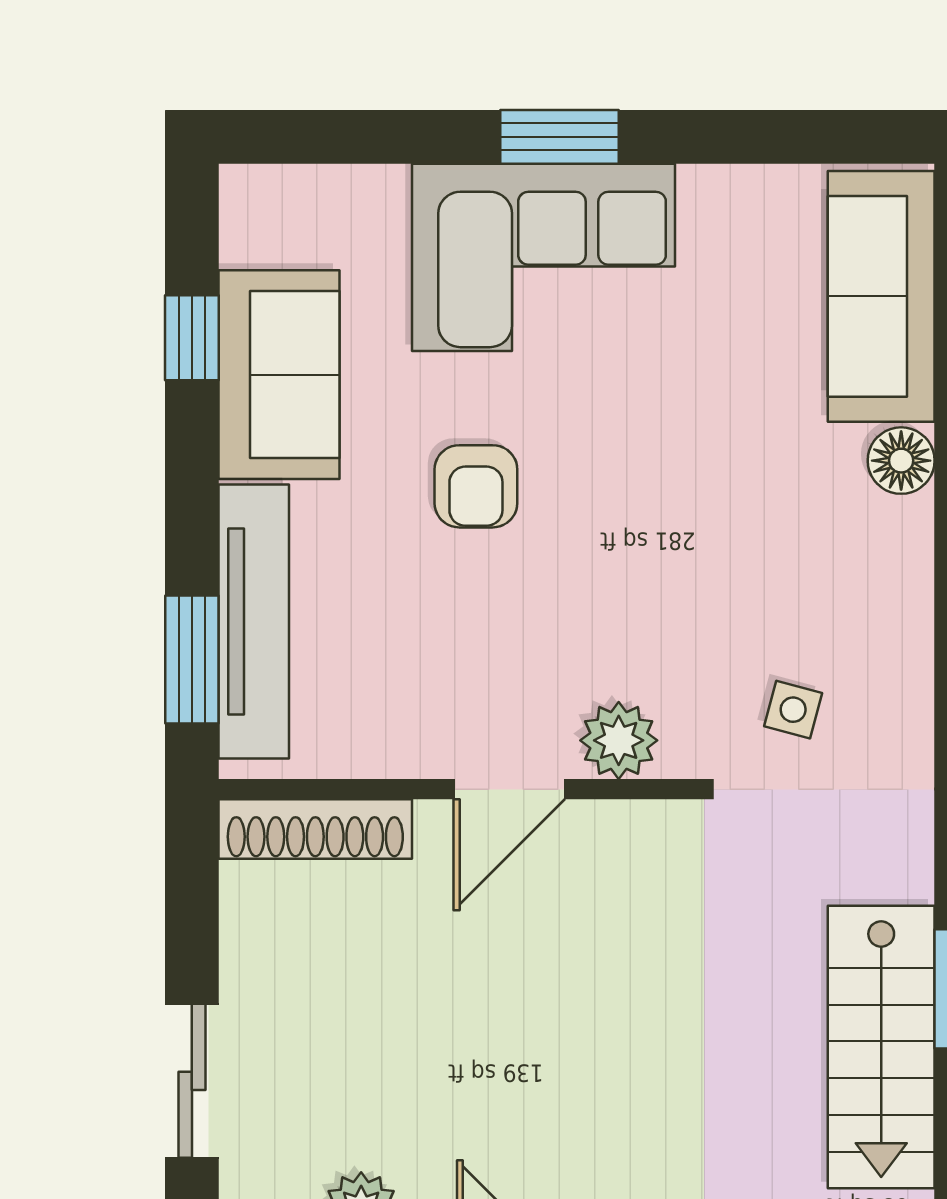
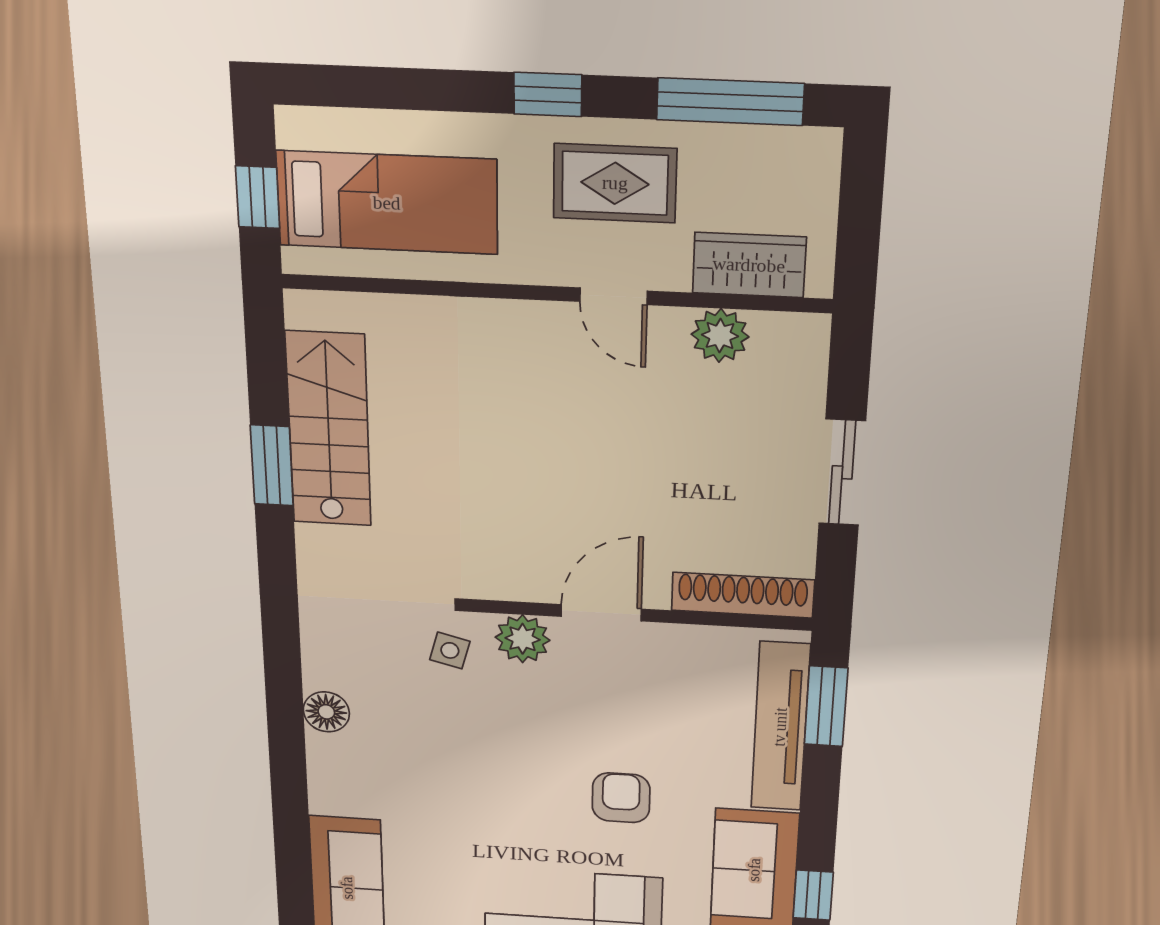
floor lamp: (901, 461) -> (326, 712), moved
side table: (793, 710) -> (450, 650), moved
sliding door: (192, 1081) -> (842, 472), moved

